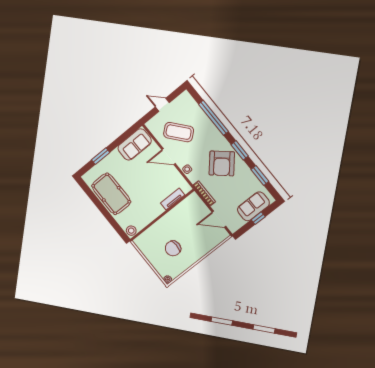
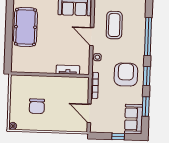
coffee table: (179, 132) -> (114, 25), turned 40
armchair: (222, 163) -> (126, 75), turned 139
sofa: (253, 206) -> (134, 119), moved, turned -90
stool: (131, 231) -> (17, 67), removed
chair: (173, 248) -> (37, 106), turned -90

